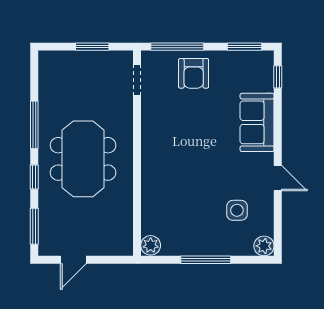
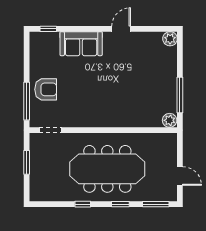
window: (244, 47) -> (27, 53), removed
window: (34, 125) -> (83, 204), width x0.46
meeting table: (83, 159) -> (107, 169), width x1.36
side table: (237, 210) -> (144, 58), removed
window: (206, 260) -> (180, 95), moved

